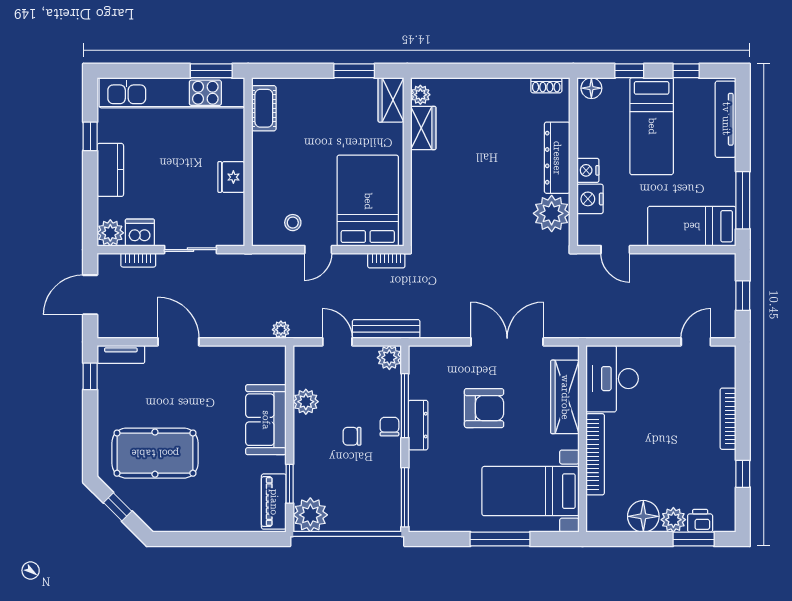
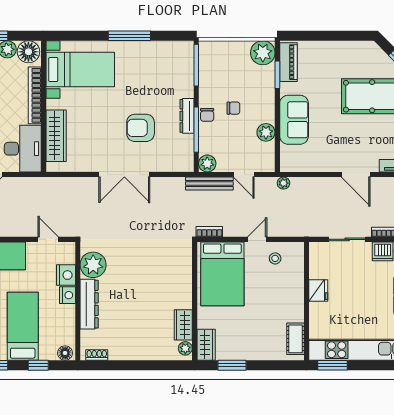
desk: (612, 379) -> (23, 149), moved
wardrobe: (565, 397) -> (56, 136), moved
wall: (583, 439) -> (44, 106), moved
bookcase: (595, 454) -> (35, 95), moved
bed with nightstands: (531, 491) -> (80, 69), moved

